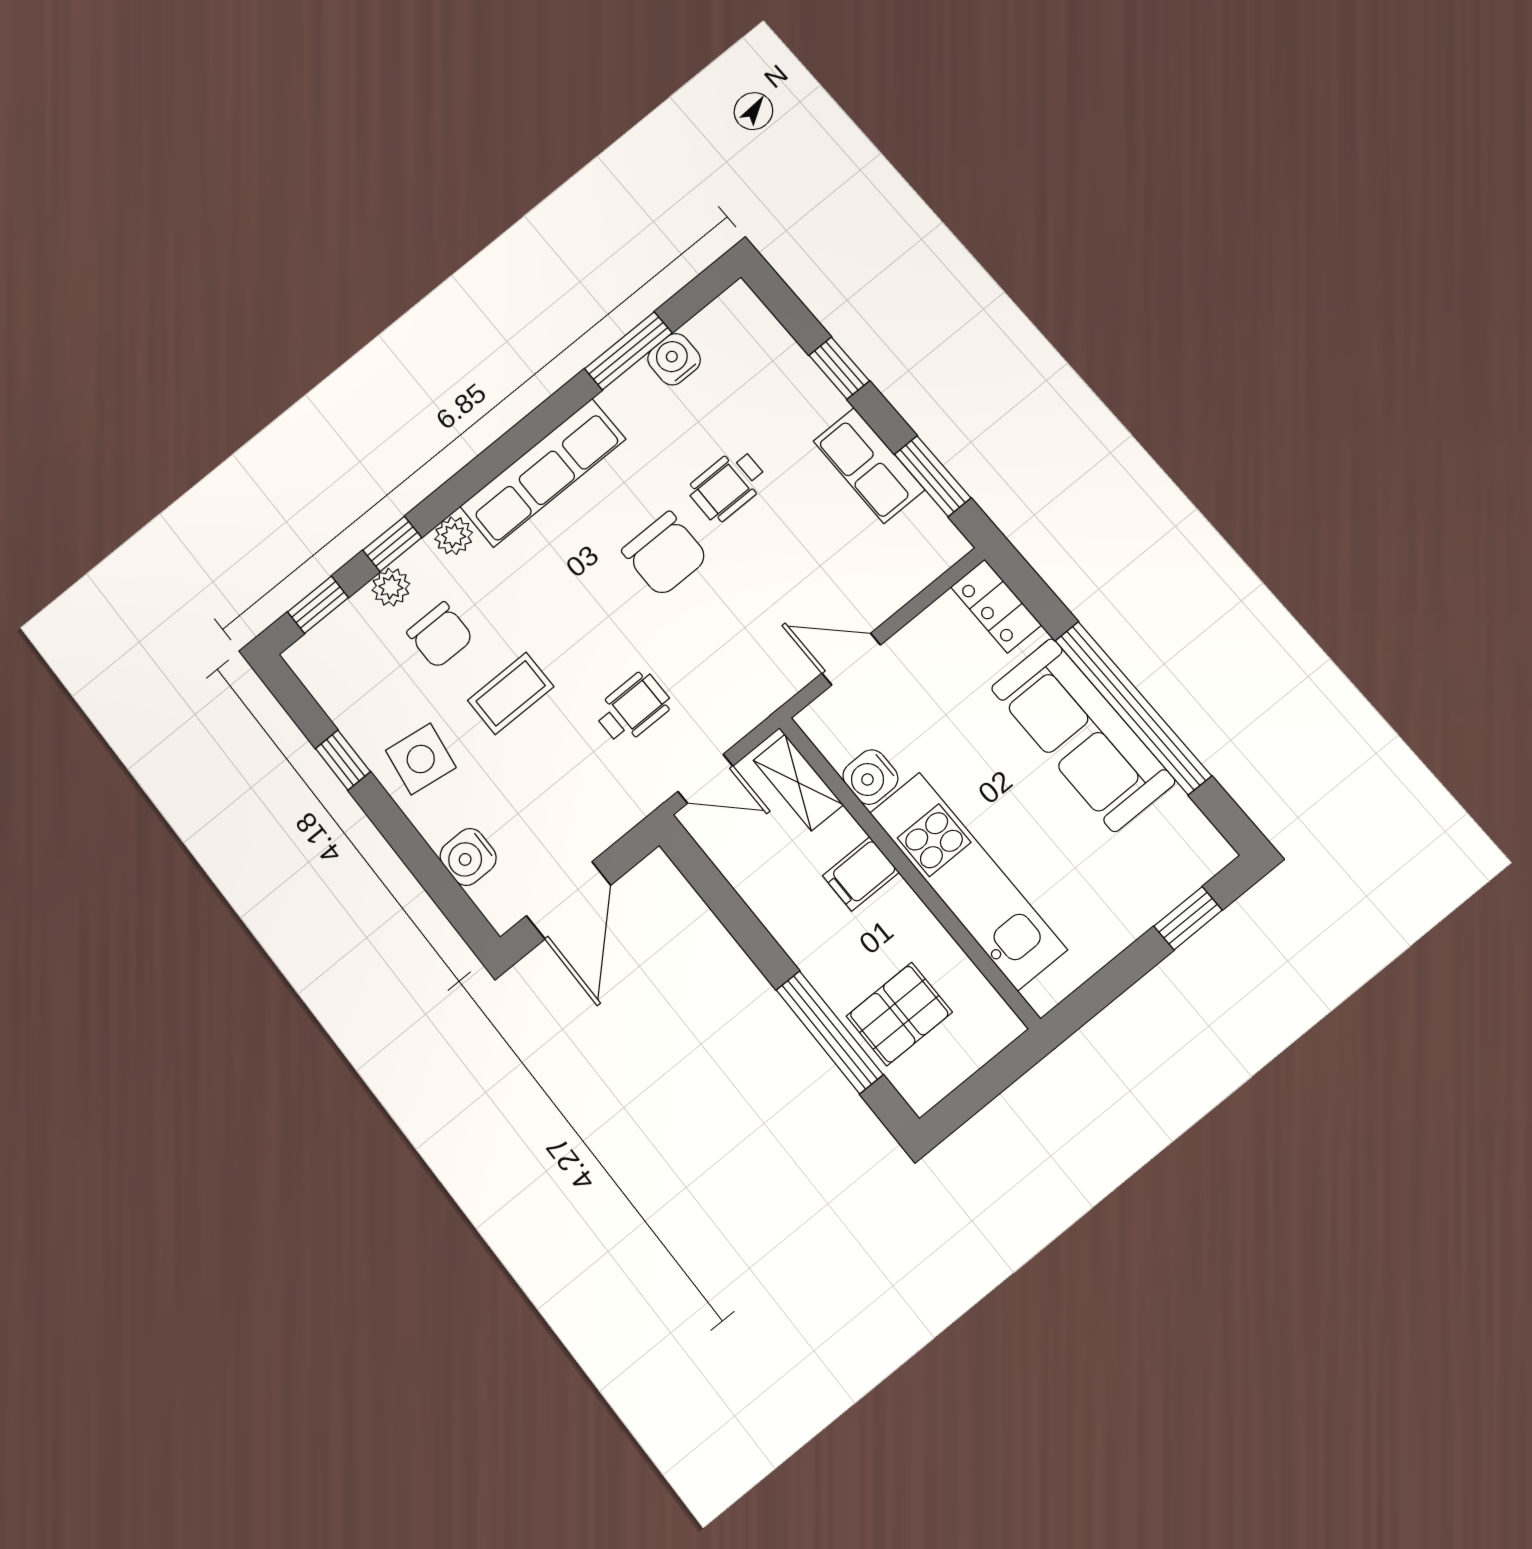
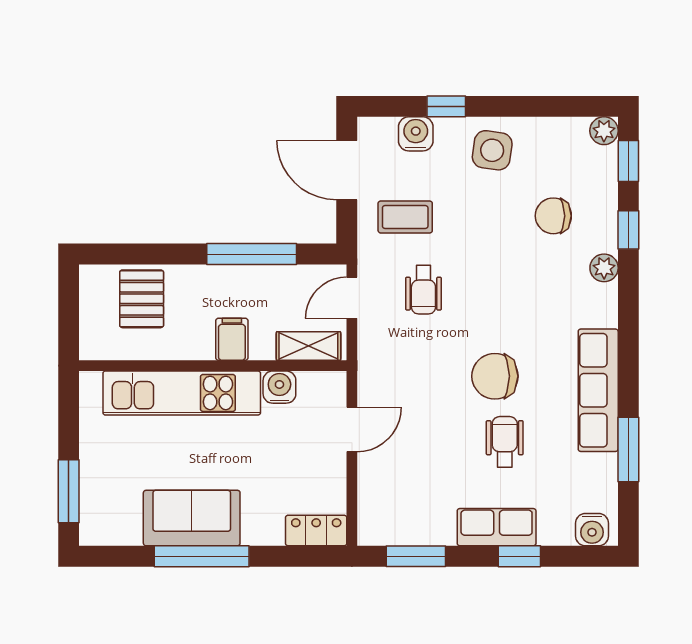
water cooler: (674, 359) -> (592, 530), moved, turned 90
row of seats: (869, 465) -> (497, 527), moved
row of seats: (543, 473) -> (598, 390), moved
plant: (391, 587) -> (604, 131), moved
coffee table: (511, 693) -> (405, 217), moved, turned 90
window: (1133, 708) -> (202, 556), width x0.68
sofa: (1083, 735) -> (192, 518), width x0.73
window: (343, 760) -> (446, 106), moved
window: (1188, 918) -> (69, 491), width x1.50
window: (829, 1032) -> (252, 254), moved

